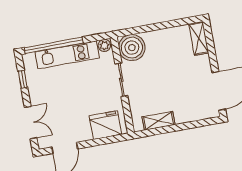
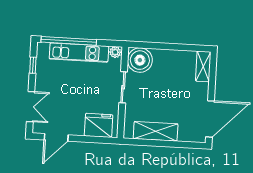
shelving: (159, 121) -> (156, 131), width x1.50, depth x1.33

